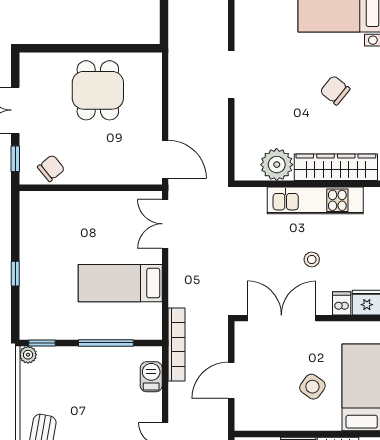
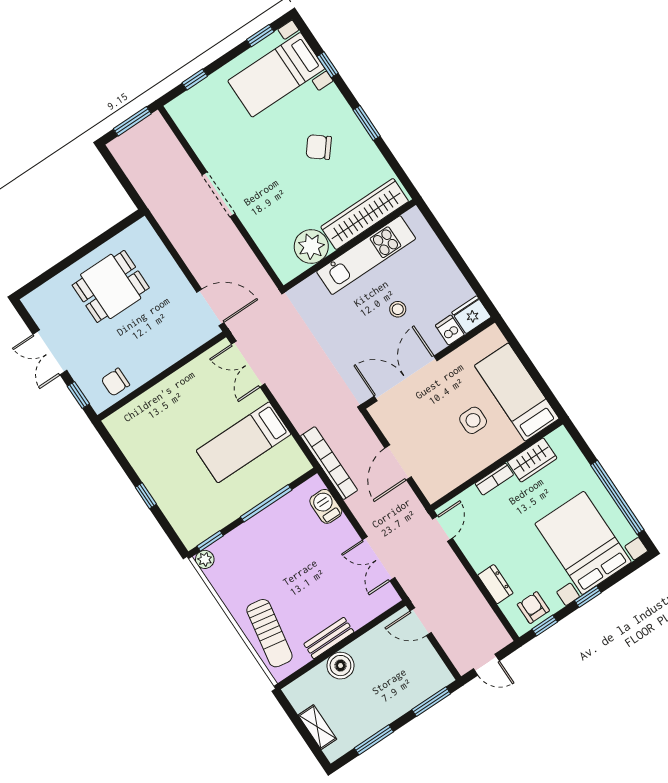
dining table: (98, 90) -> (111, 286), turned 90
chair: (51, 168) -> (115, 382), turned -141
side table: (312, 387) -> (473, 420), turned -36

